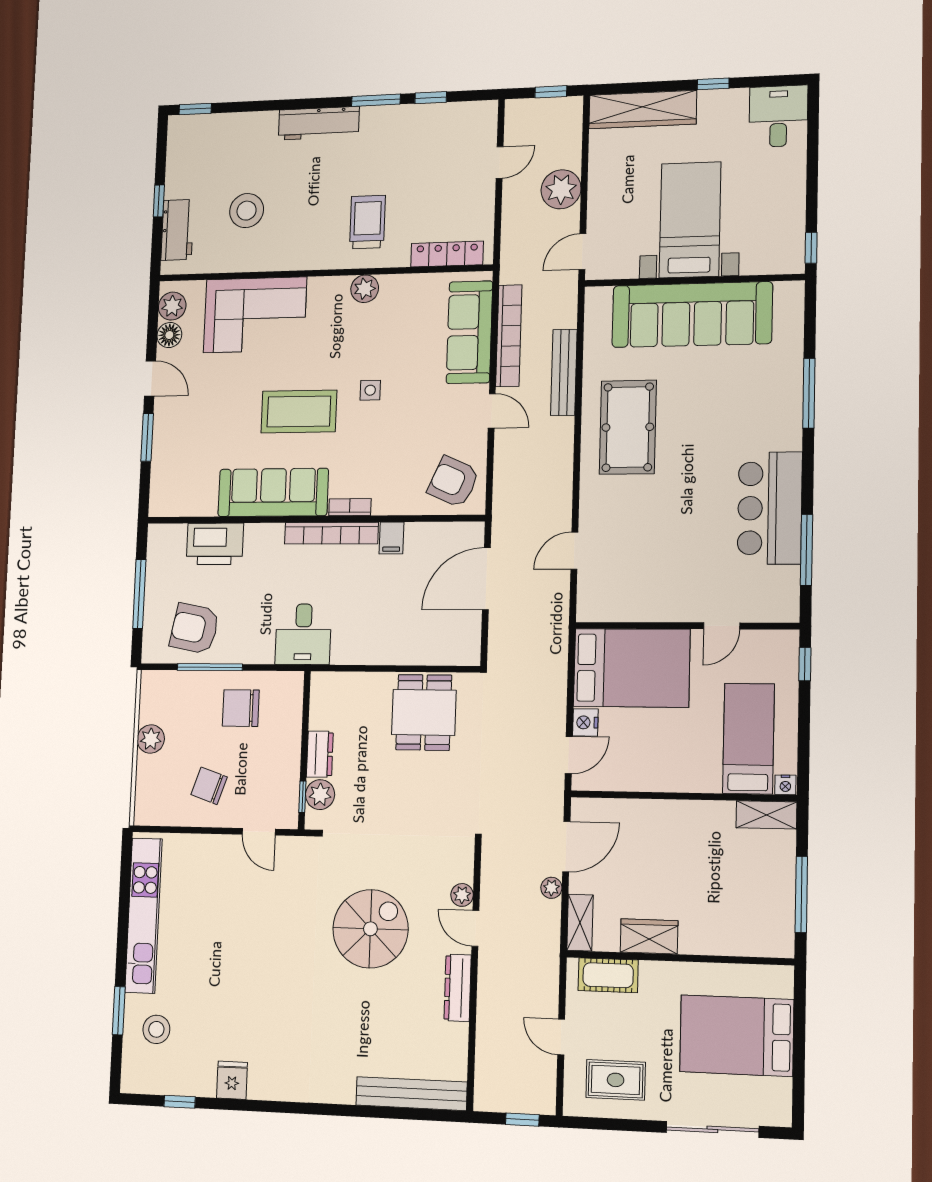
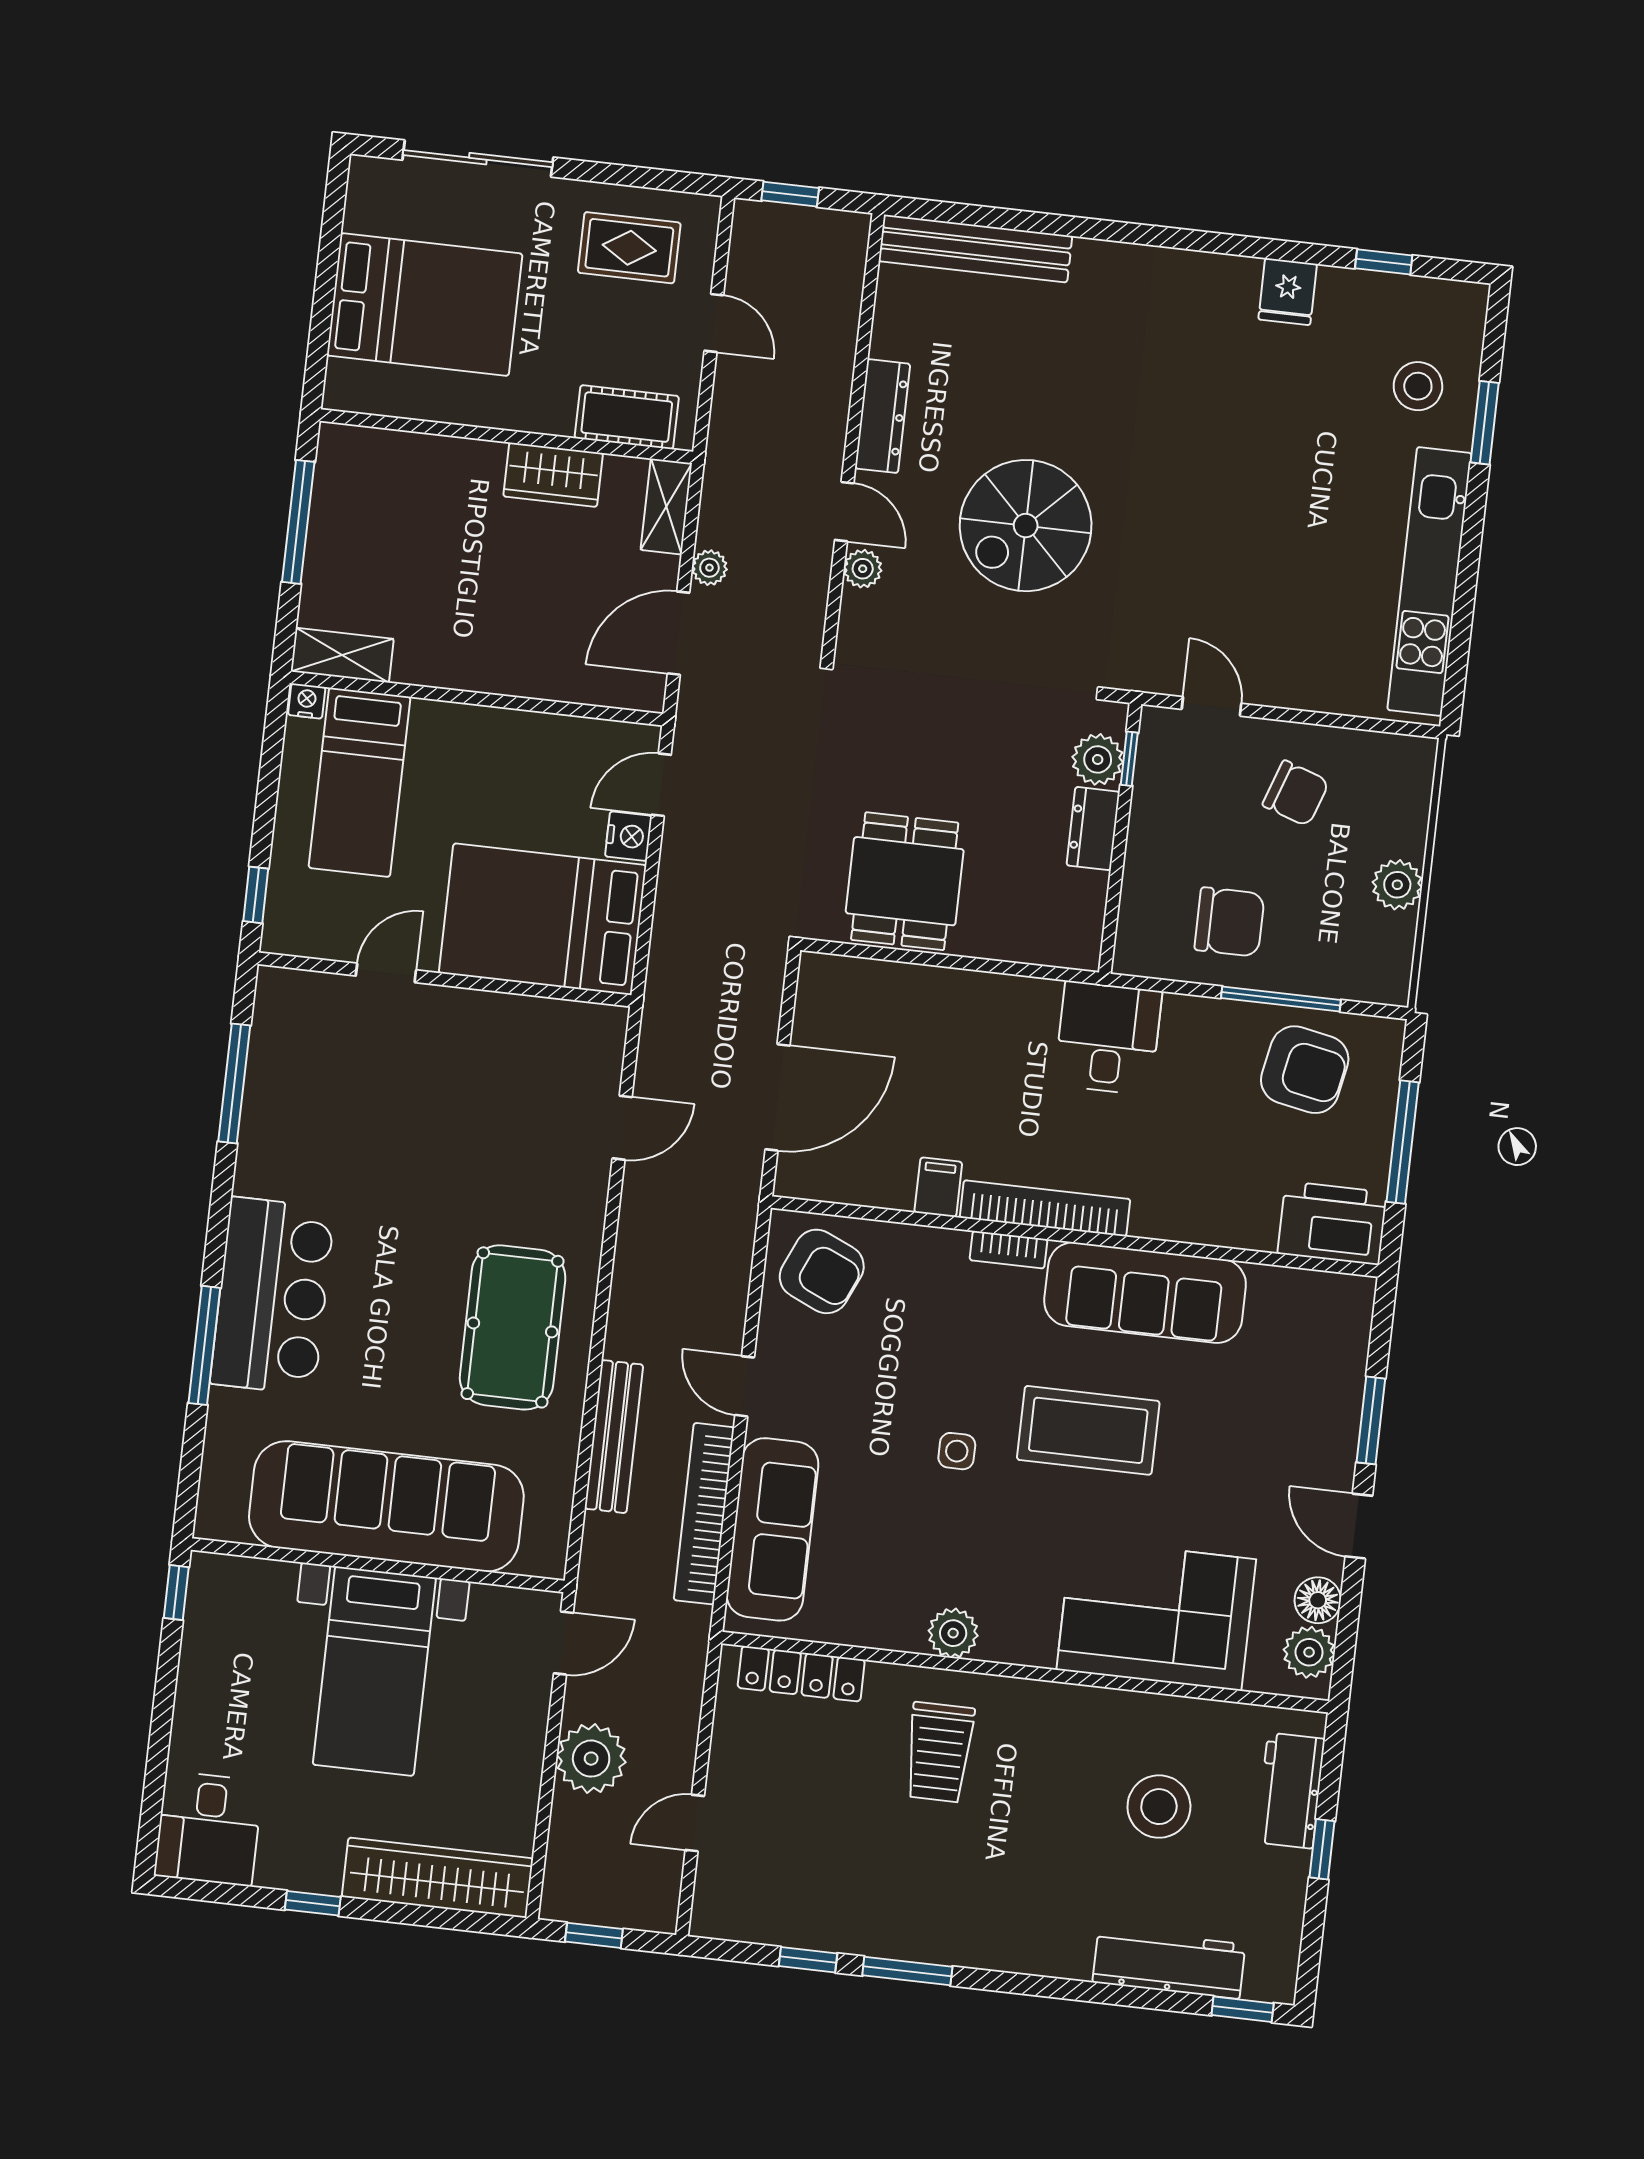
workbench: (319, 123) -> (1169, 1963), moved
bar counter: (770, 508) -> (272, 1296), moved
printer: (215, 544) -> (1332, 1223), moved

